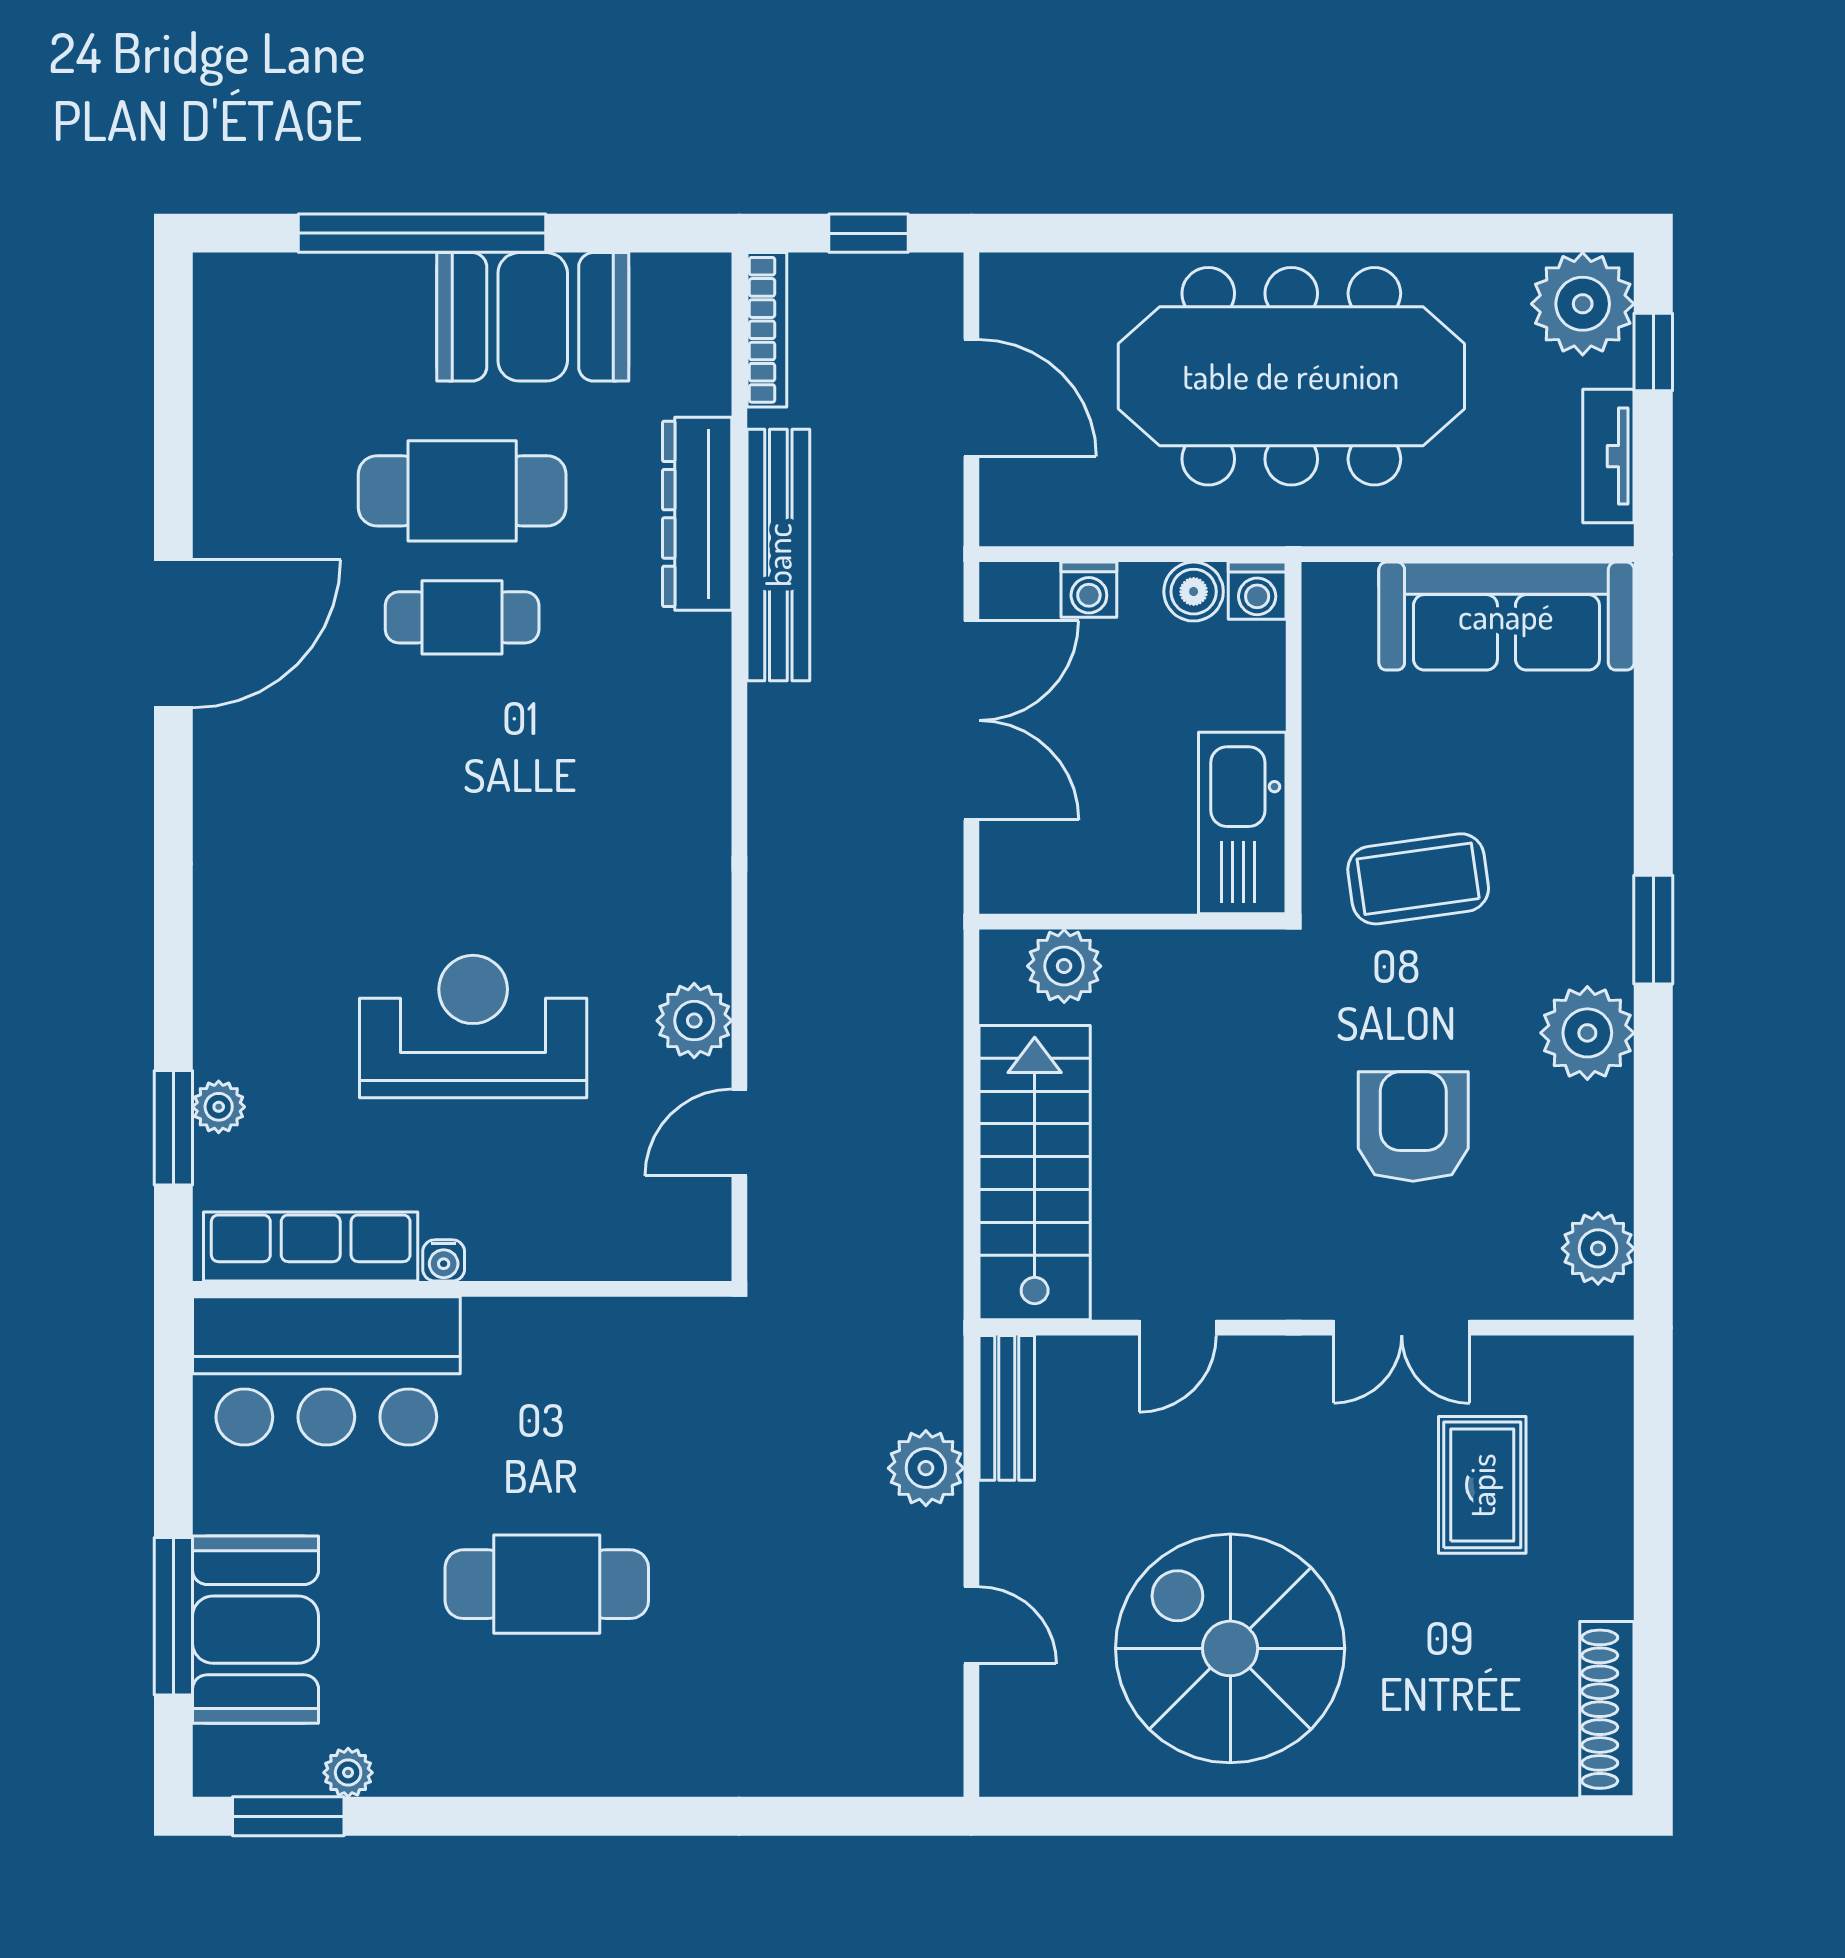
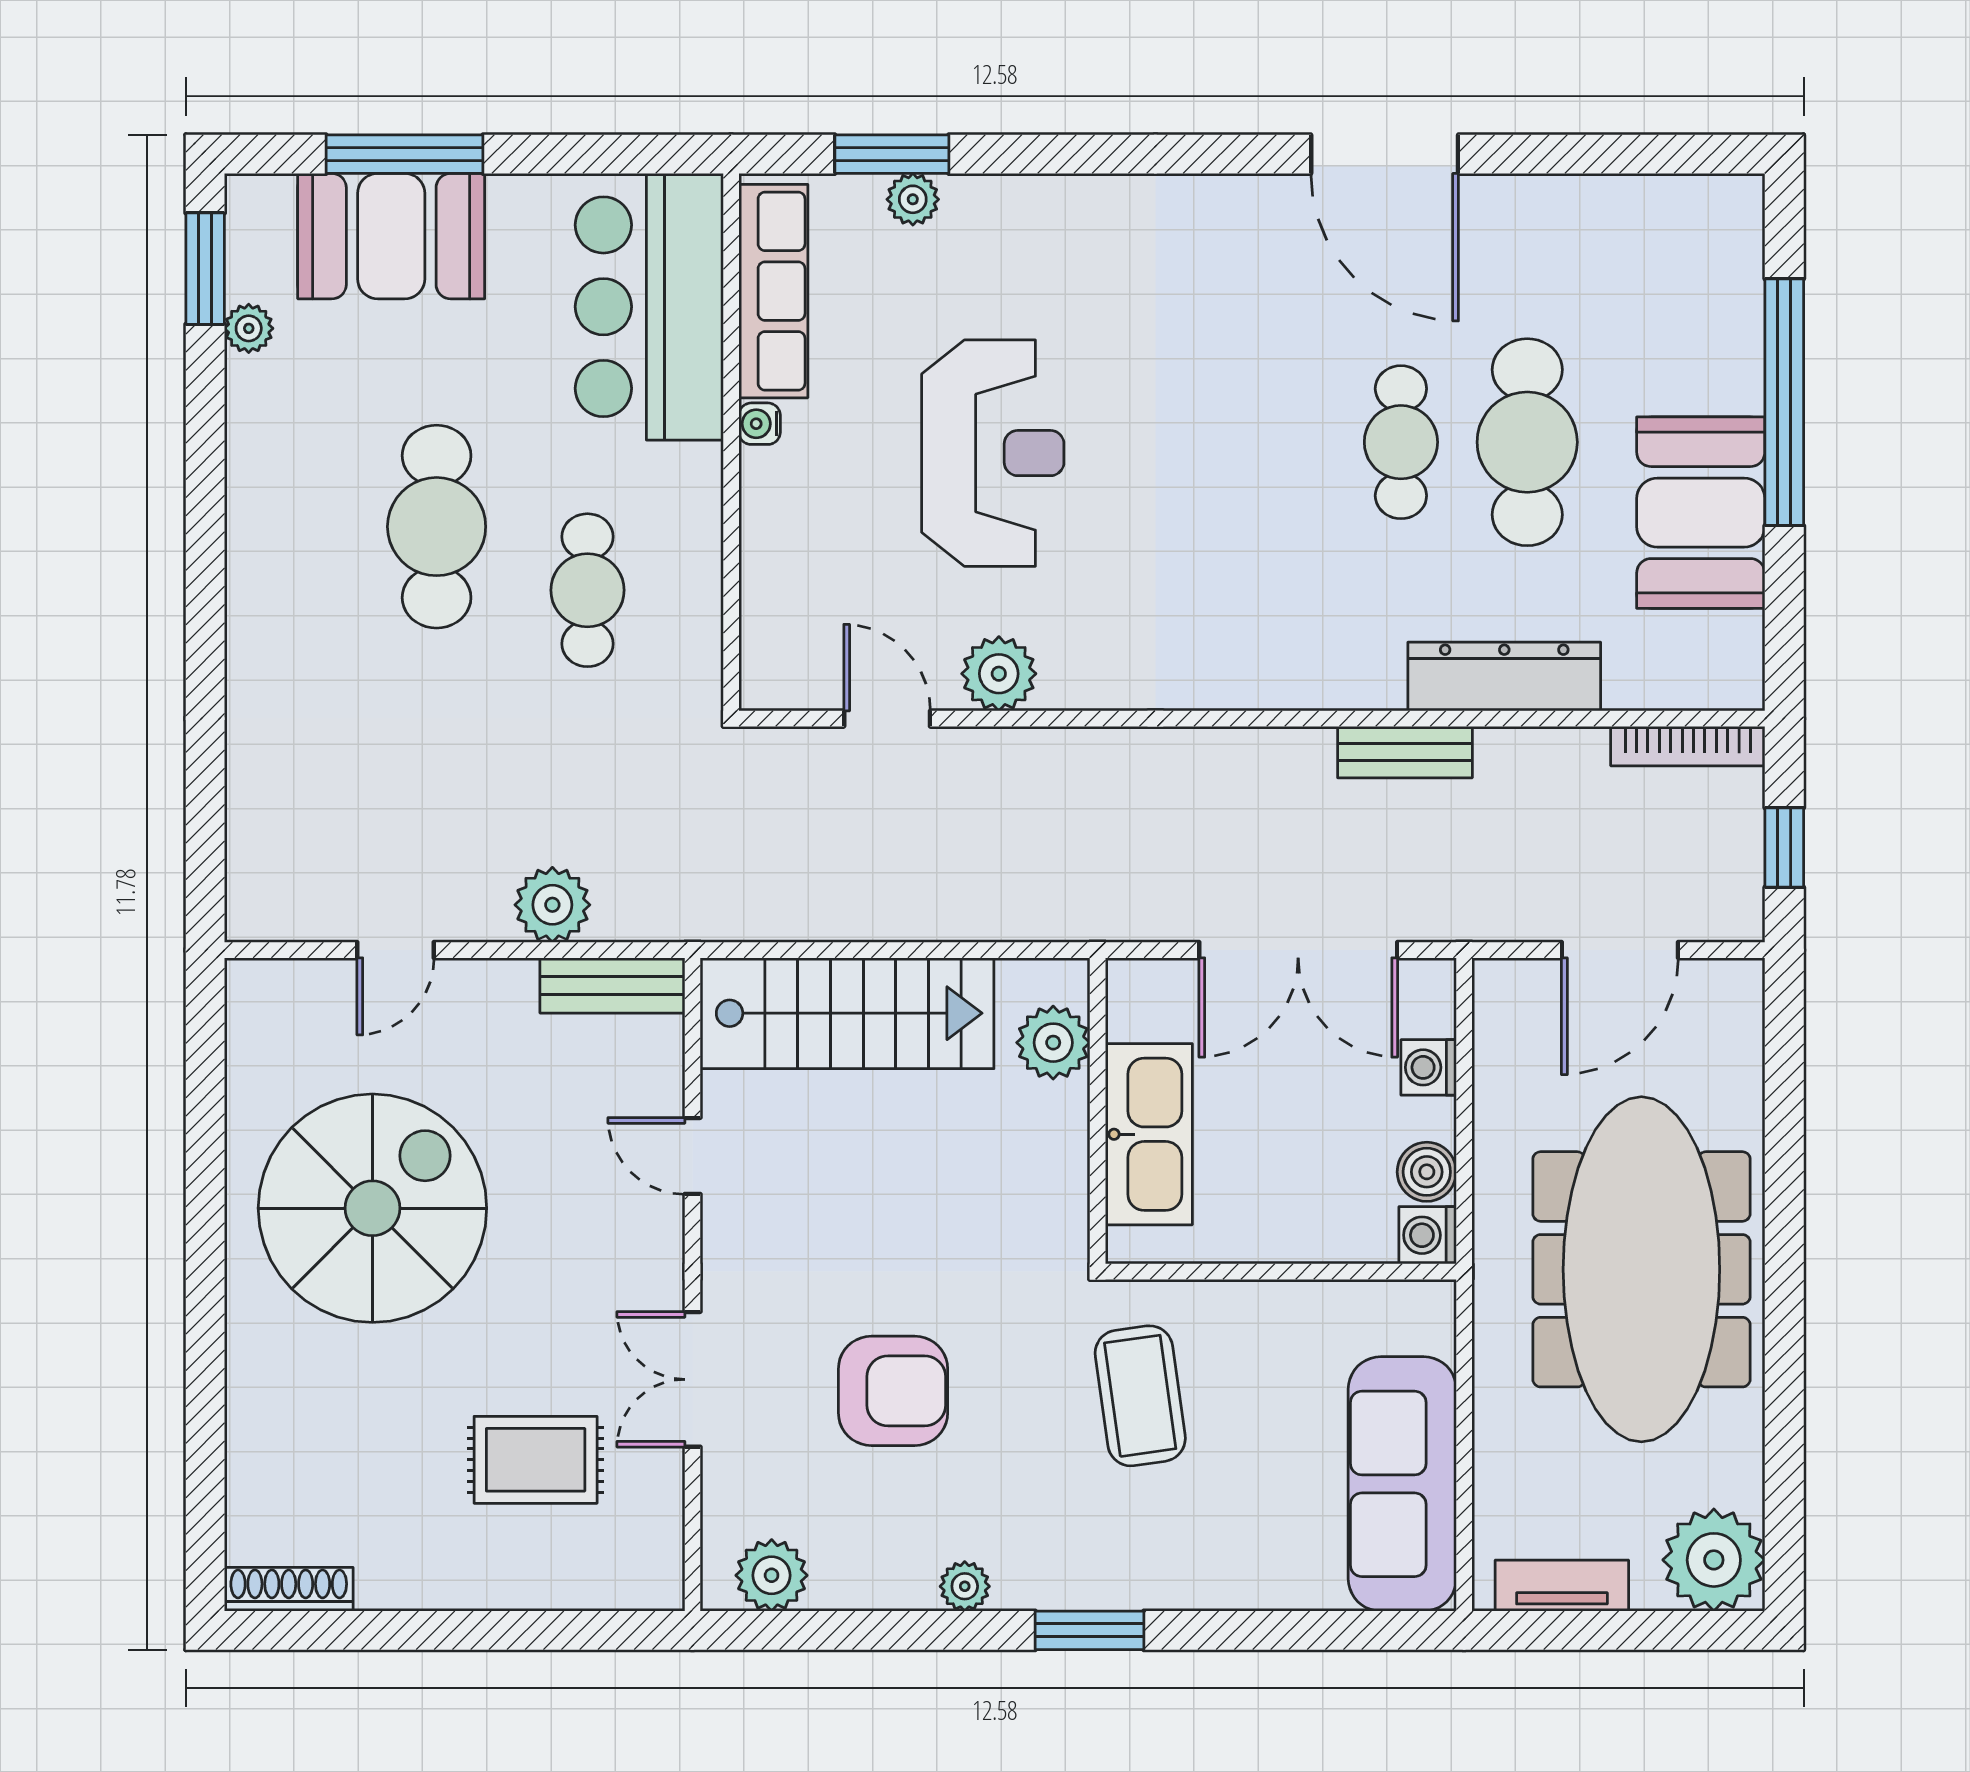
window: (1653, 352) -> (1666, 1630), removed
bench: (778, 555) -> (1405, 752), width x0.54, depth x0.82
kitchen sink: (1242, 823) -> (1149, 1134), moved, turned 90
plant: (1587, 1033) -> (965, 1586), width x0.53, depth x0.53
cafe table: (611, 1433) -> (587, 590), added
shoe rack: (1607, 1709) -> (289, 1589), width x0.74, depth x0.81

